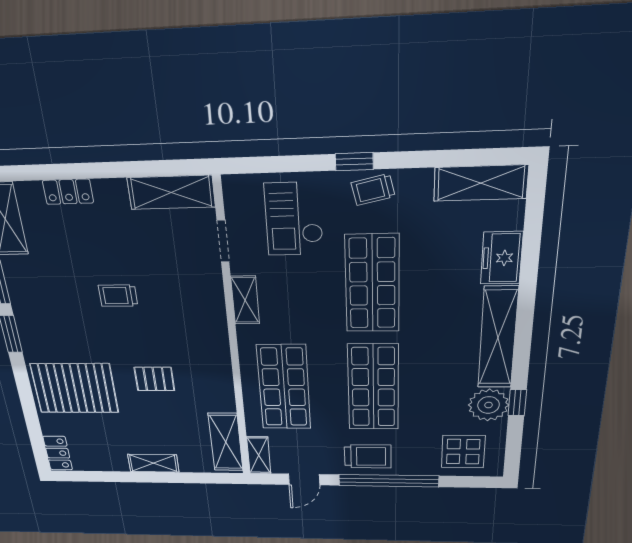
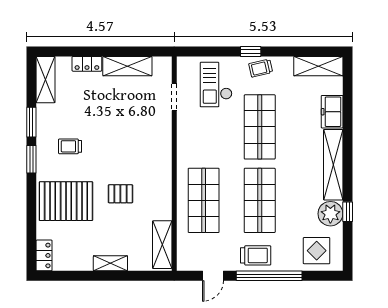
shelving: (171, 192) -> (127, 66), moved
trolley: (118, 296) -> (70, 146), moved
shelving: (245, 300) -> (184, 137), removed
shelving: (259, 455) -> (184, 255), removed

